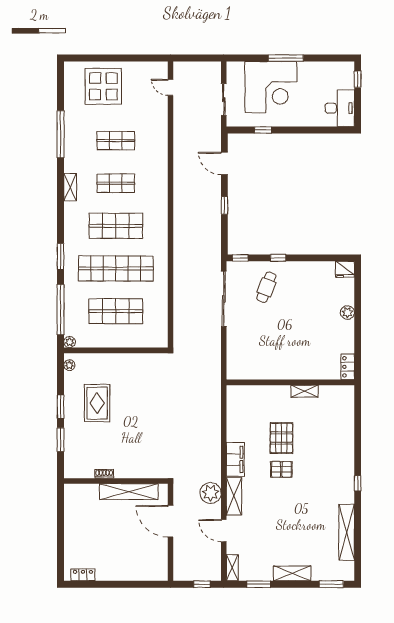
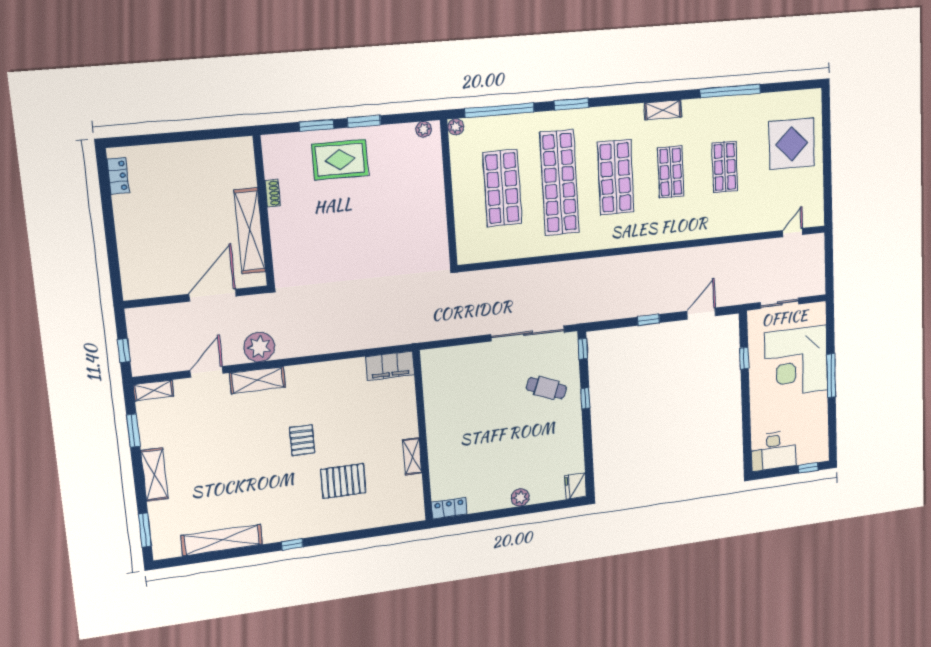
rug: (97, 403) -> (340, 160), moved
pallet: (281, 438) -> (343, 481), moved
filing cabinet: (235, 459) -> (390, 366), moved

